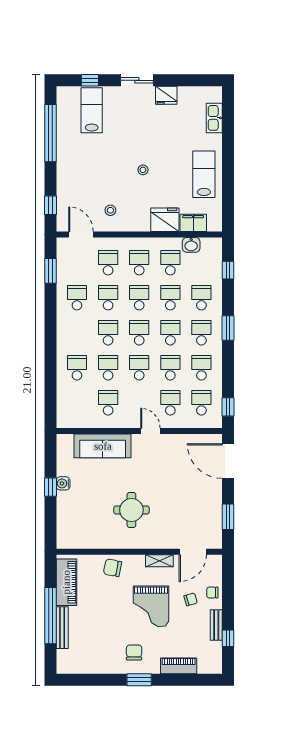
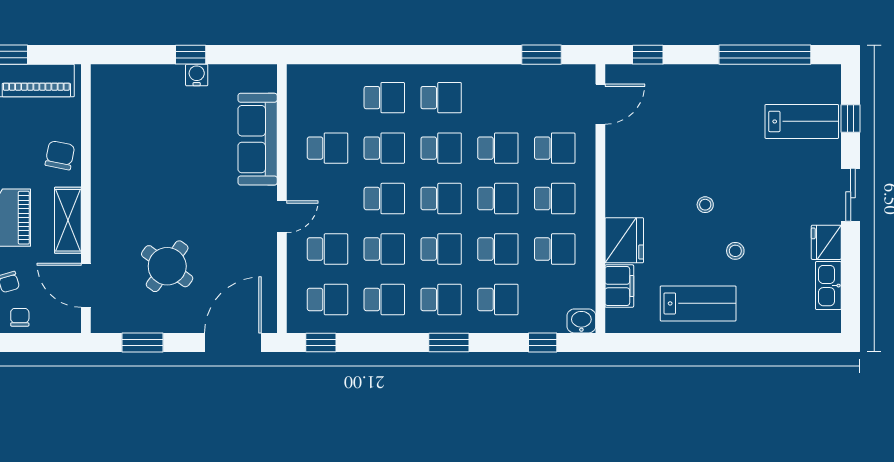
kitchen sink: (214, 118) -> (828, 286), moved, turned -90
stool: (110, 210) -> (735, 251), moved
washbasin: (191, 245) -> (581, 321), moved, turned 90
school desk: (77, 298) -> (441, 98), moved
round table: (131, 510) -> (167, 266), moved, turned 36
shelving: (159, 561) -> (68, 220), width x1.50, depth x1.33

